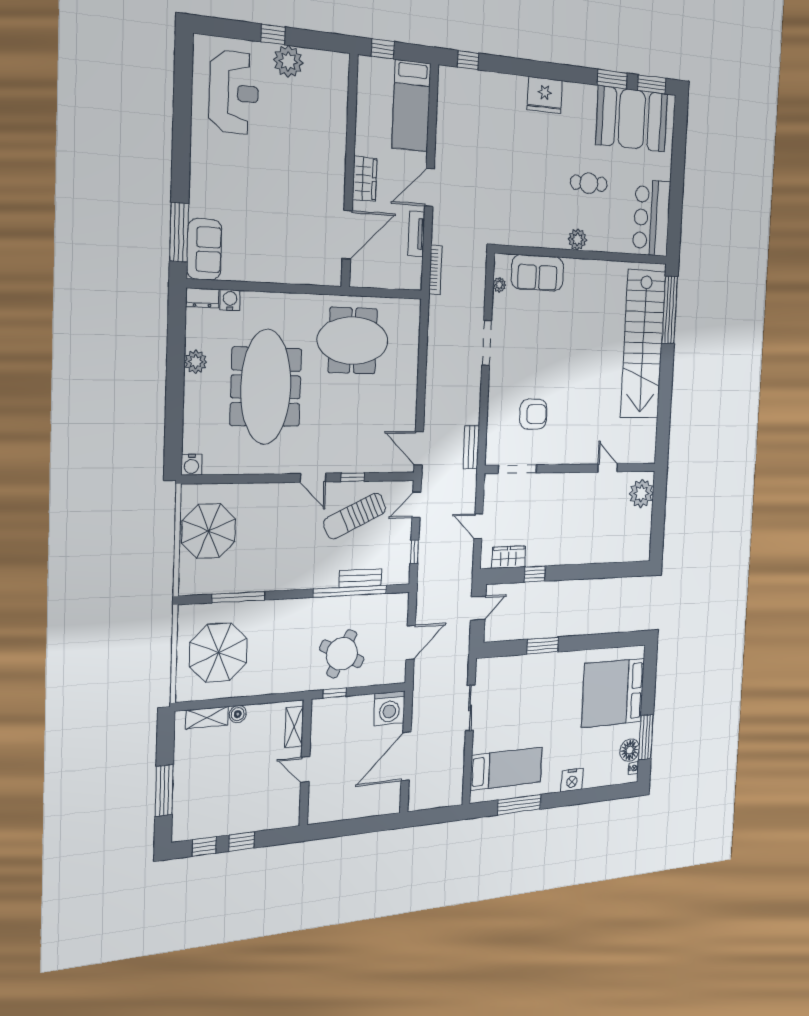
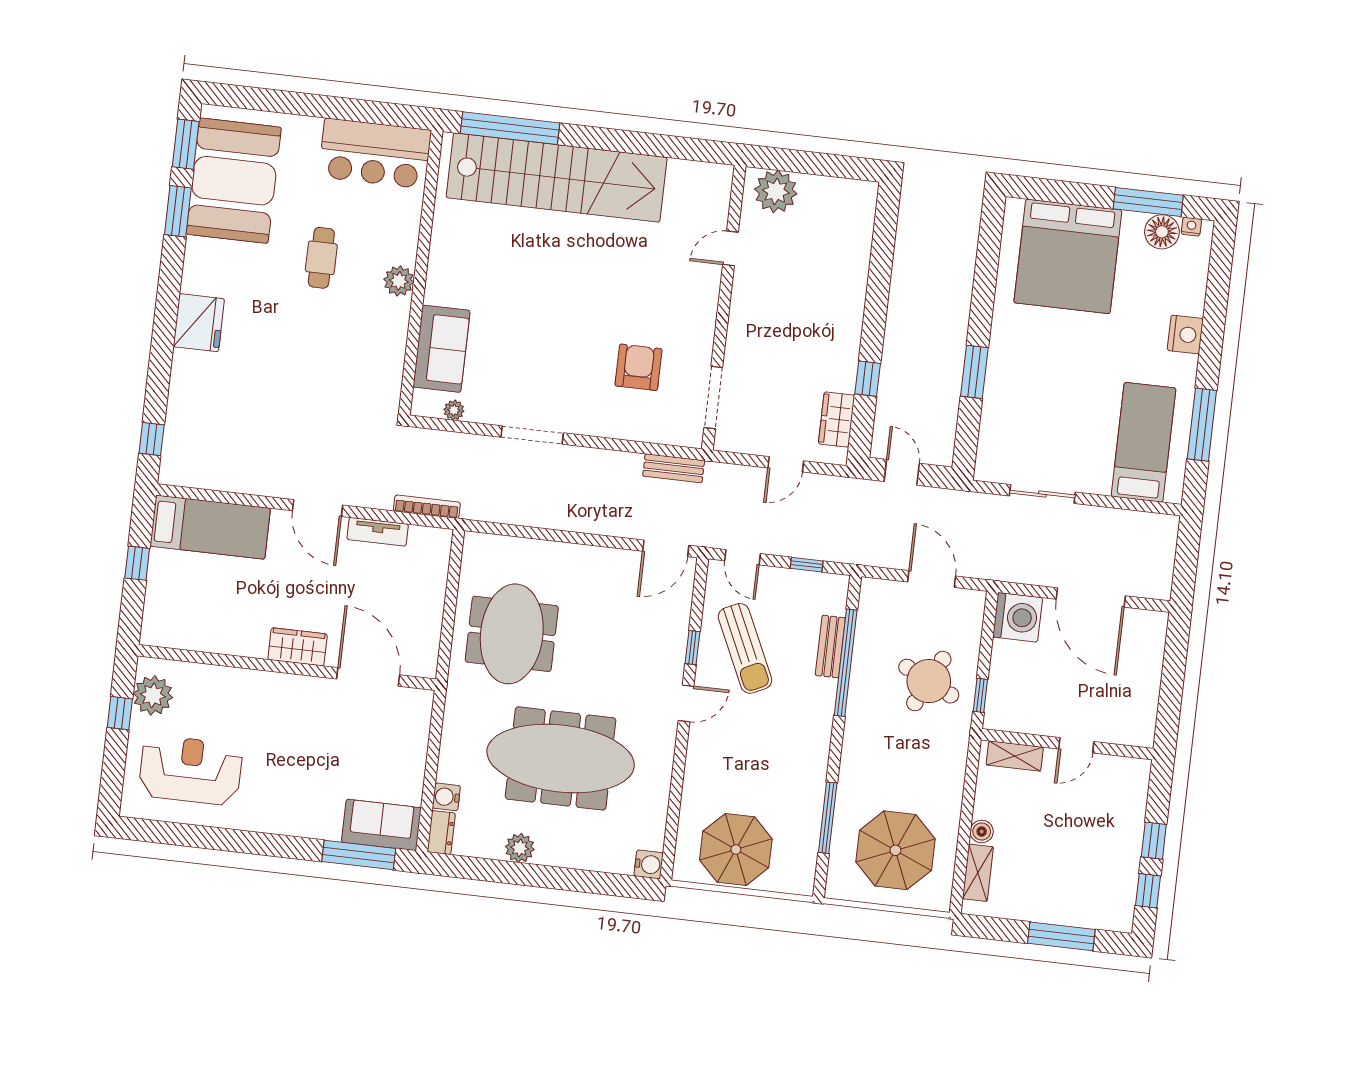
wall: (350, 171) -> (287, 667), moved
wardrobe: (365, 179) -> (298, 647), moved
door: (347, 235) -> (368, 677), moved

